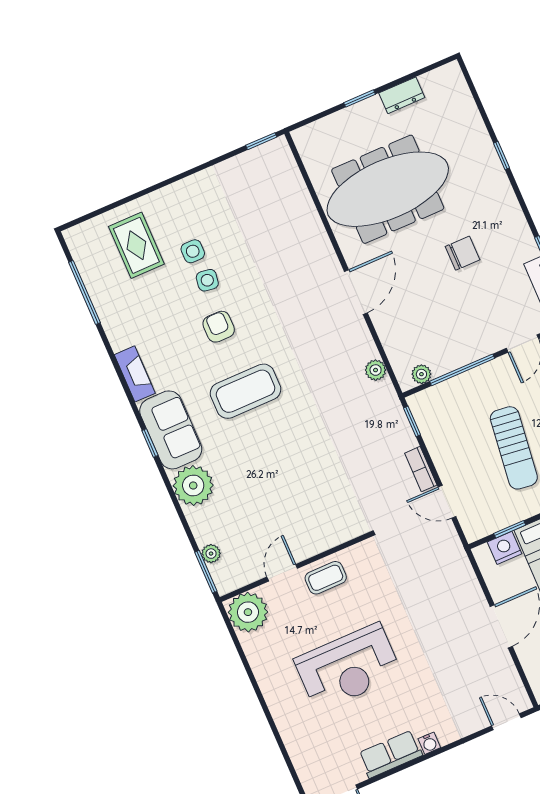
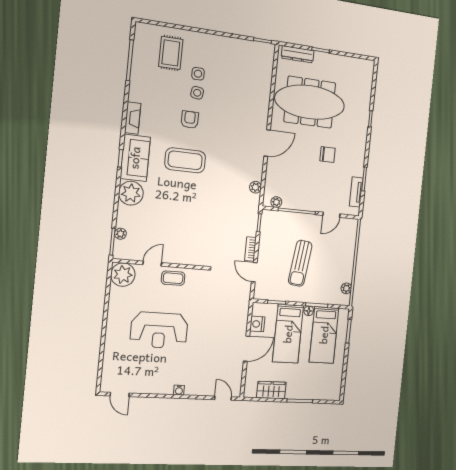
dresser: (402, 95) -> (298, 54), moved, width x1.44
nightstand: (504, 548) -> (257, 324), moved, turned -90
row of seats: (390, 754) -> (156, 386), removed

